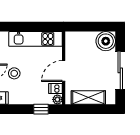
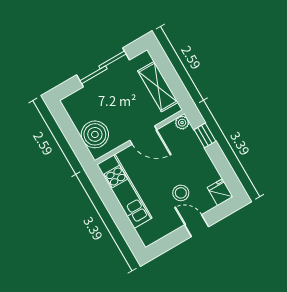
boiler: (106, 41) -> (95, 134), moved
dishwasher: (56, 88) -> (170, 133), removed

